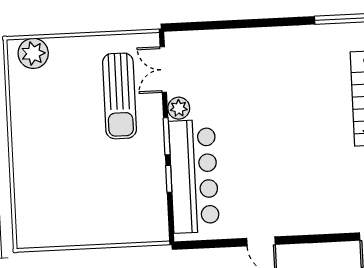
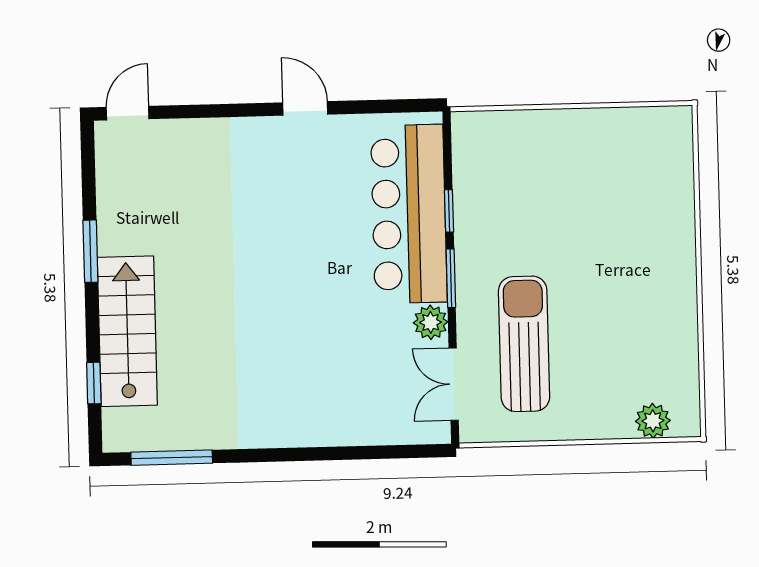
plant: (33, 53) -> (653, 421), width x0.73, depth x0.73
double door: (163, 69) -> (454, 384), swing flipped

